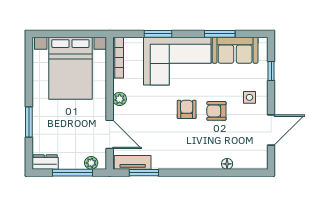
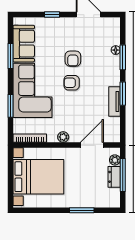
window: (271, 71) -> (52, 15), moved
side table: (249, 97) -> (62, 32), removed
dresser: (45, 162) -> (114, 177), moved
tv unit: (133, 162) -> (114, 101), moved
window: (144, 173) -> (123, 94), moved
window: (218, 173) -> (123, 57), added

